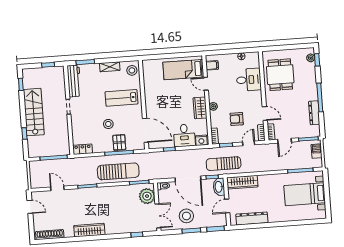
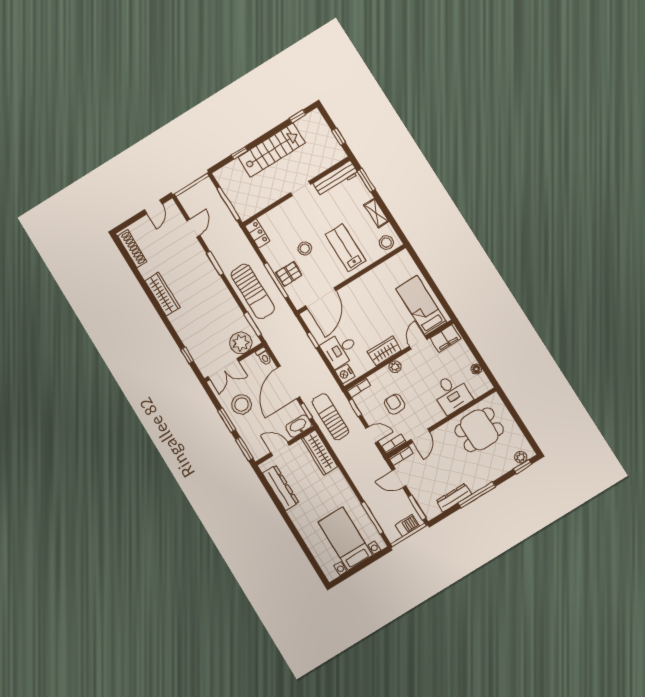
filing cabinet: (212, 65) -> (445, 338), width x2.00

